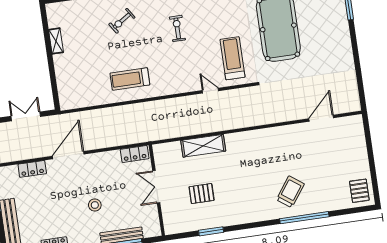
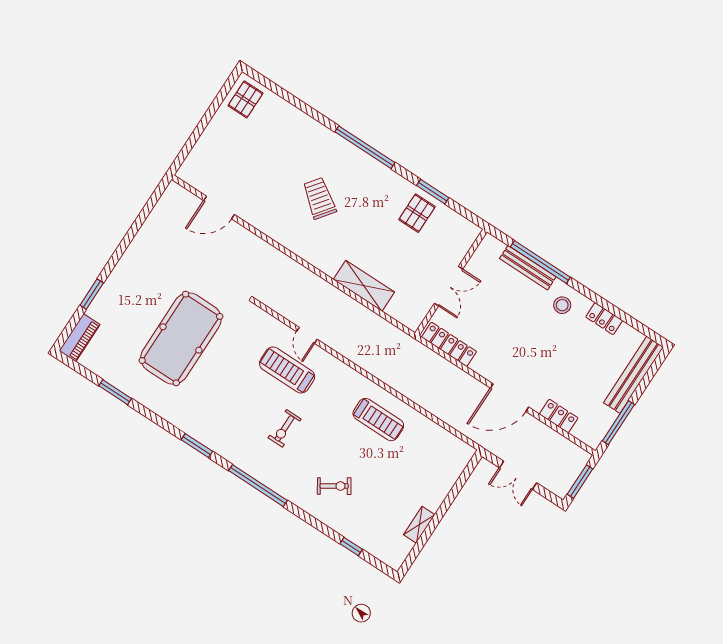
treadmill: (233, 58) -> (287, 370), moved, turned 90
locker: (135, 154) -> (449, 344), width x1.53
trolley: (290, 192) -> (319, 198), moved, turned 91
pallet: (202, 194) -> (417, 213), moved, turned 90
stool: (95, 205) -> (562, 305), moved
window: (304, 218) -> (365, 147), moved

